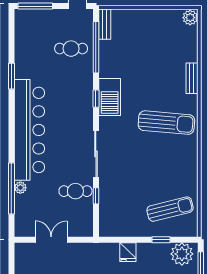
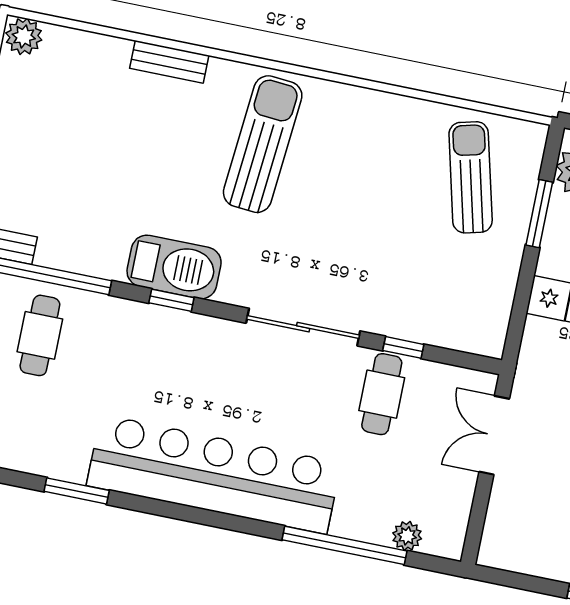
plant: (20, 188) -> (407, 536), moved
double door: (51, 240) -> (494, 435), moved
window: (161, 240) -> (539, 214), width x1.50

